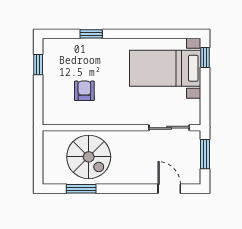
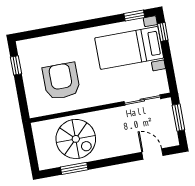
window: (91, 34) -> (134, 16), moved
armchair: (84, 91) -> (61, 81), width x1.88, depth x1.88

